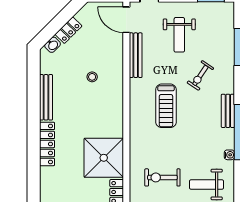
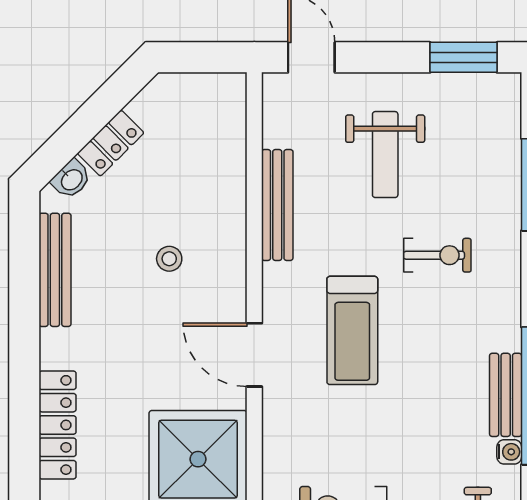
door: (126, 20) -> (254, 355), moved
exercise bike: (200, 75) -> (437, 255), turned -124
bench: (46, 97) -> (55, 270), moved
bench: (228, 111) -> (506, 395), moved

